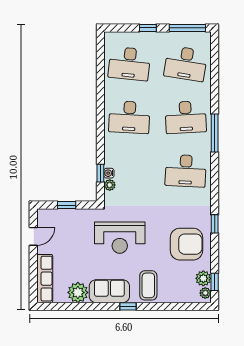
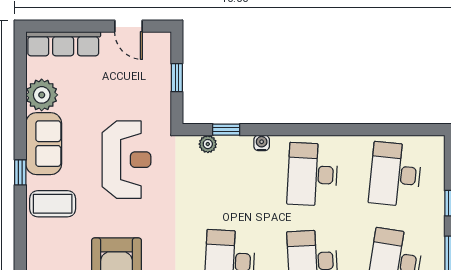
water cooler: (109, 173) -> (262, 143), moved
reception desk: (120, 238) -> (126, 160), turned 180

